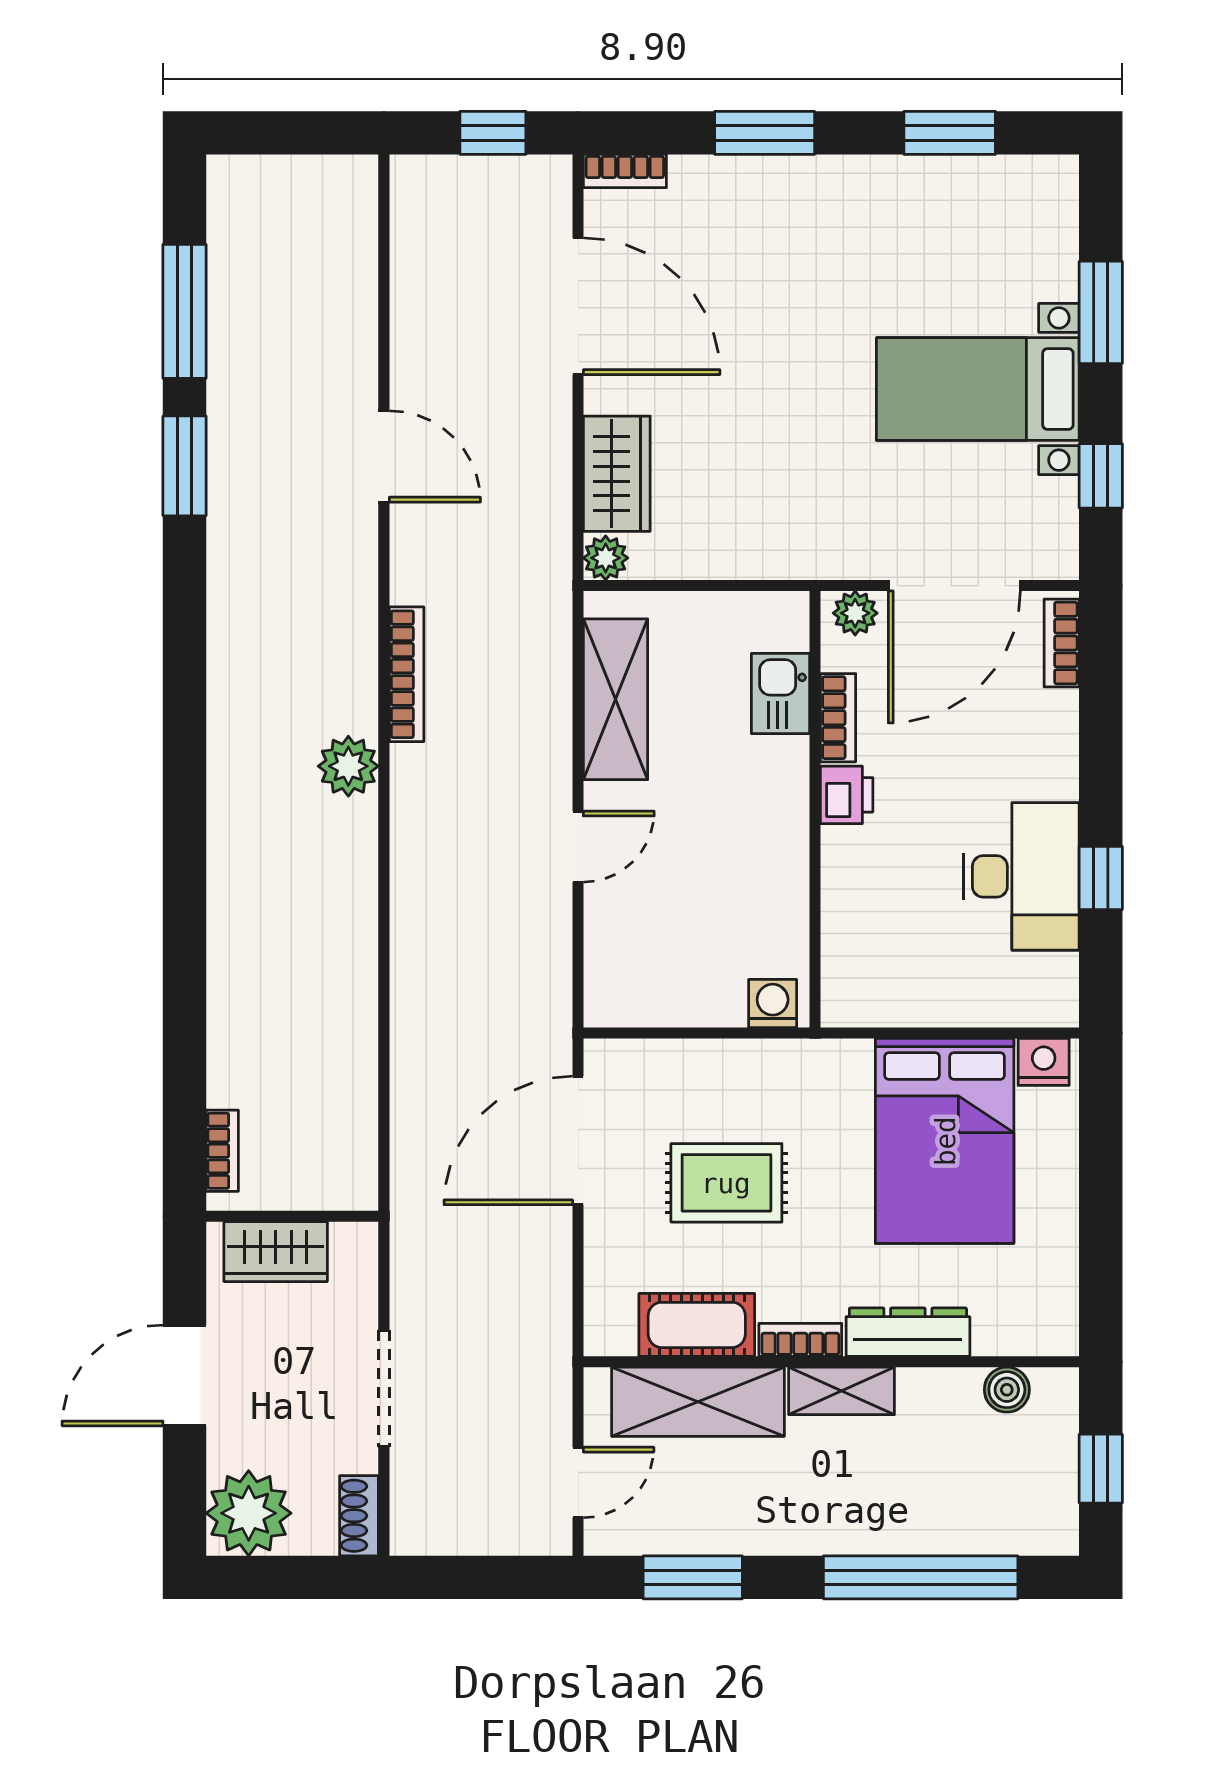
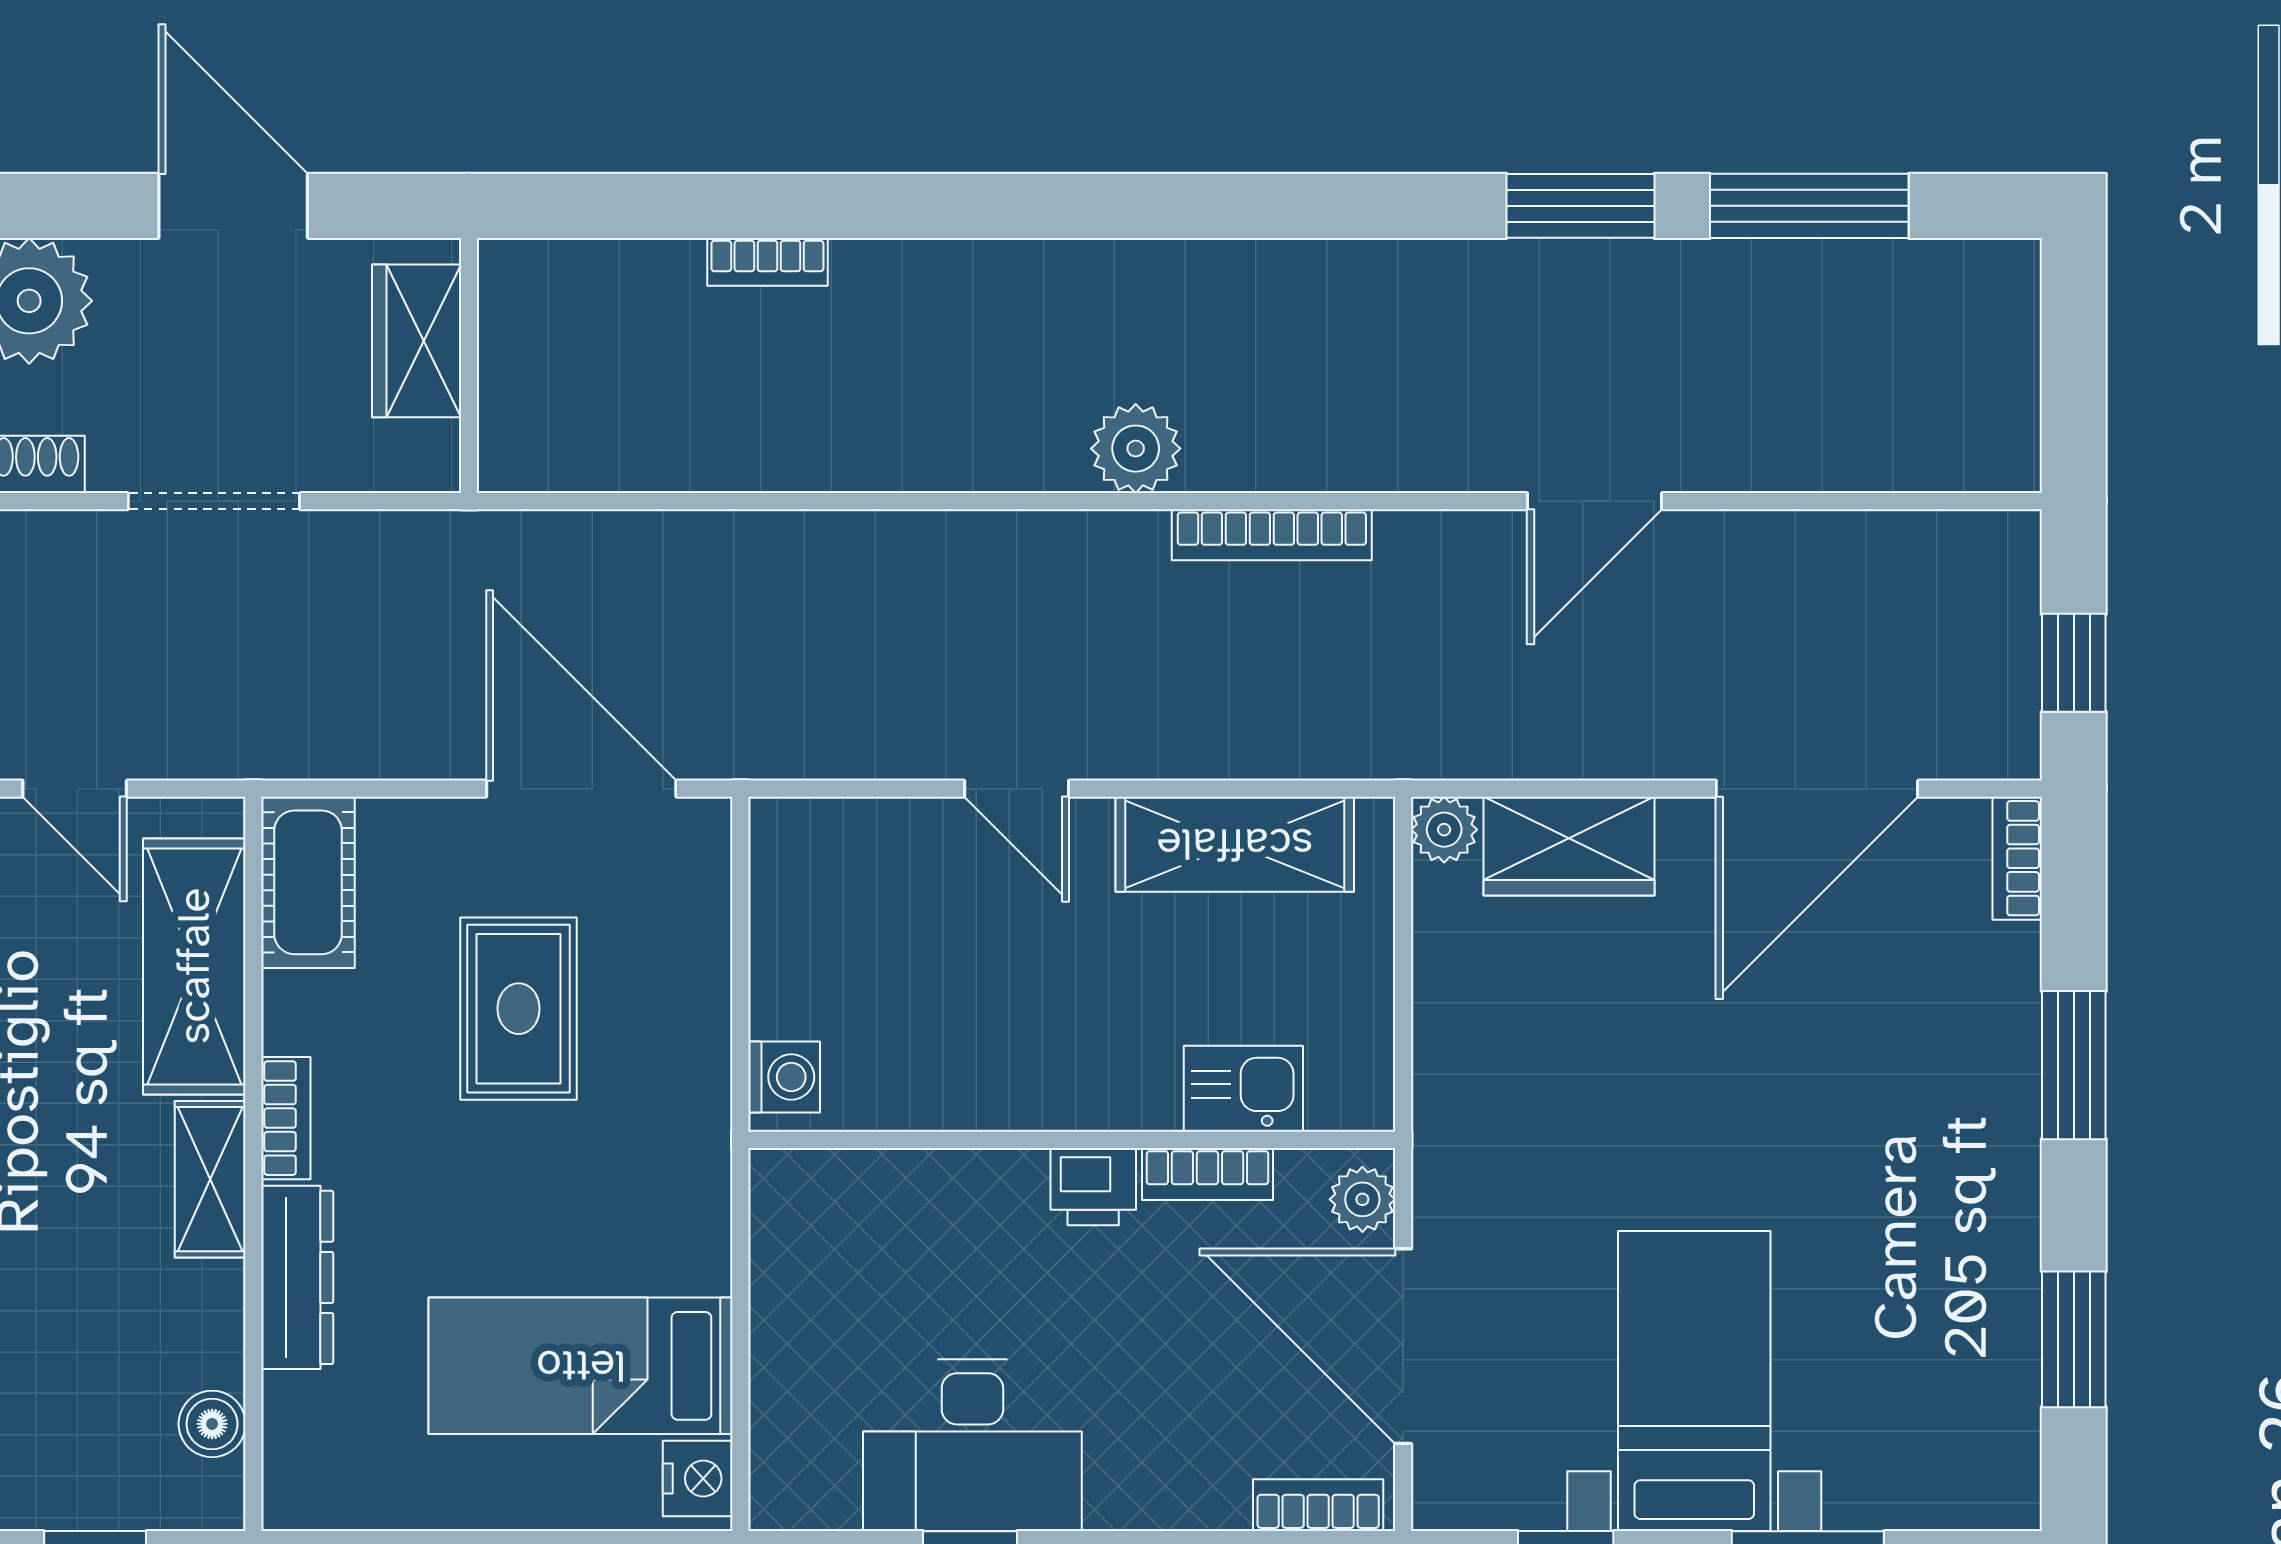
bed: (945, 1141) -> (581, 1366), width x0.67
bookcase: (222, 1151) -> (767, 262), moved
cot: (697, 1325) -> (308, 882), moved

